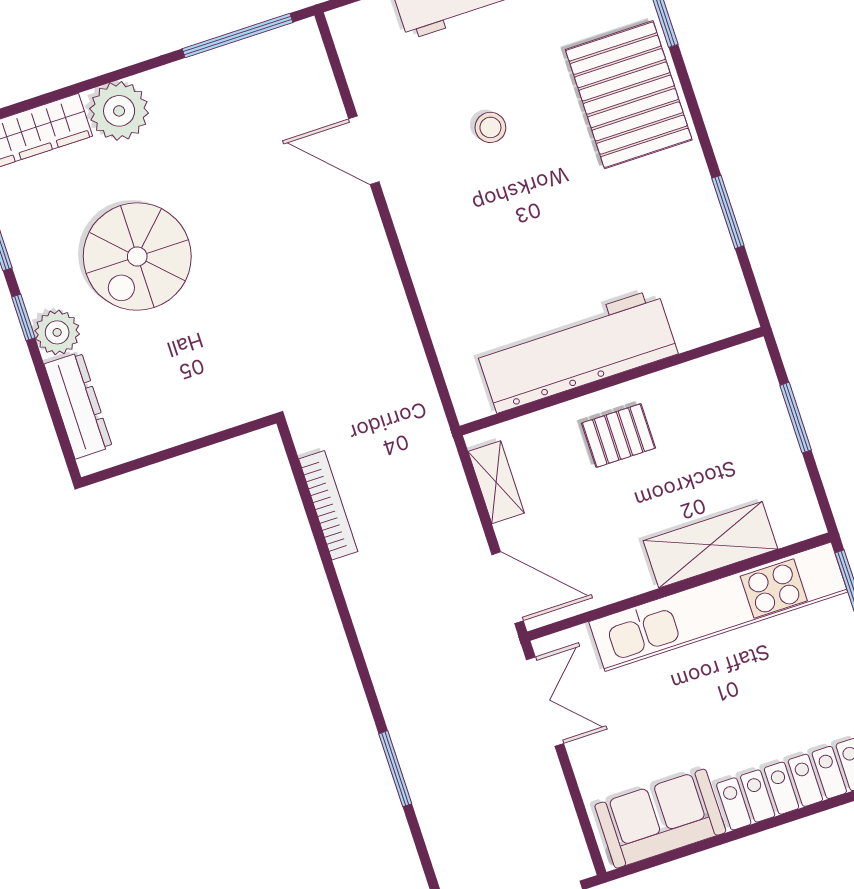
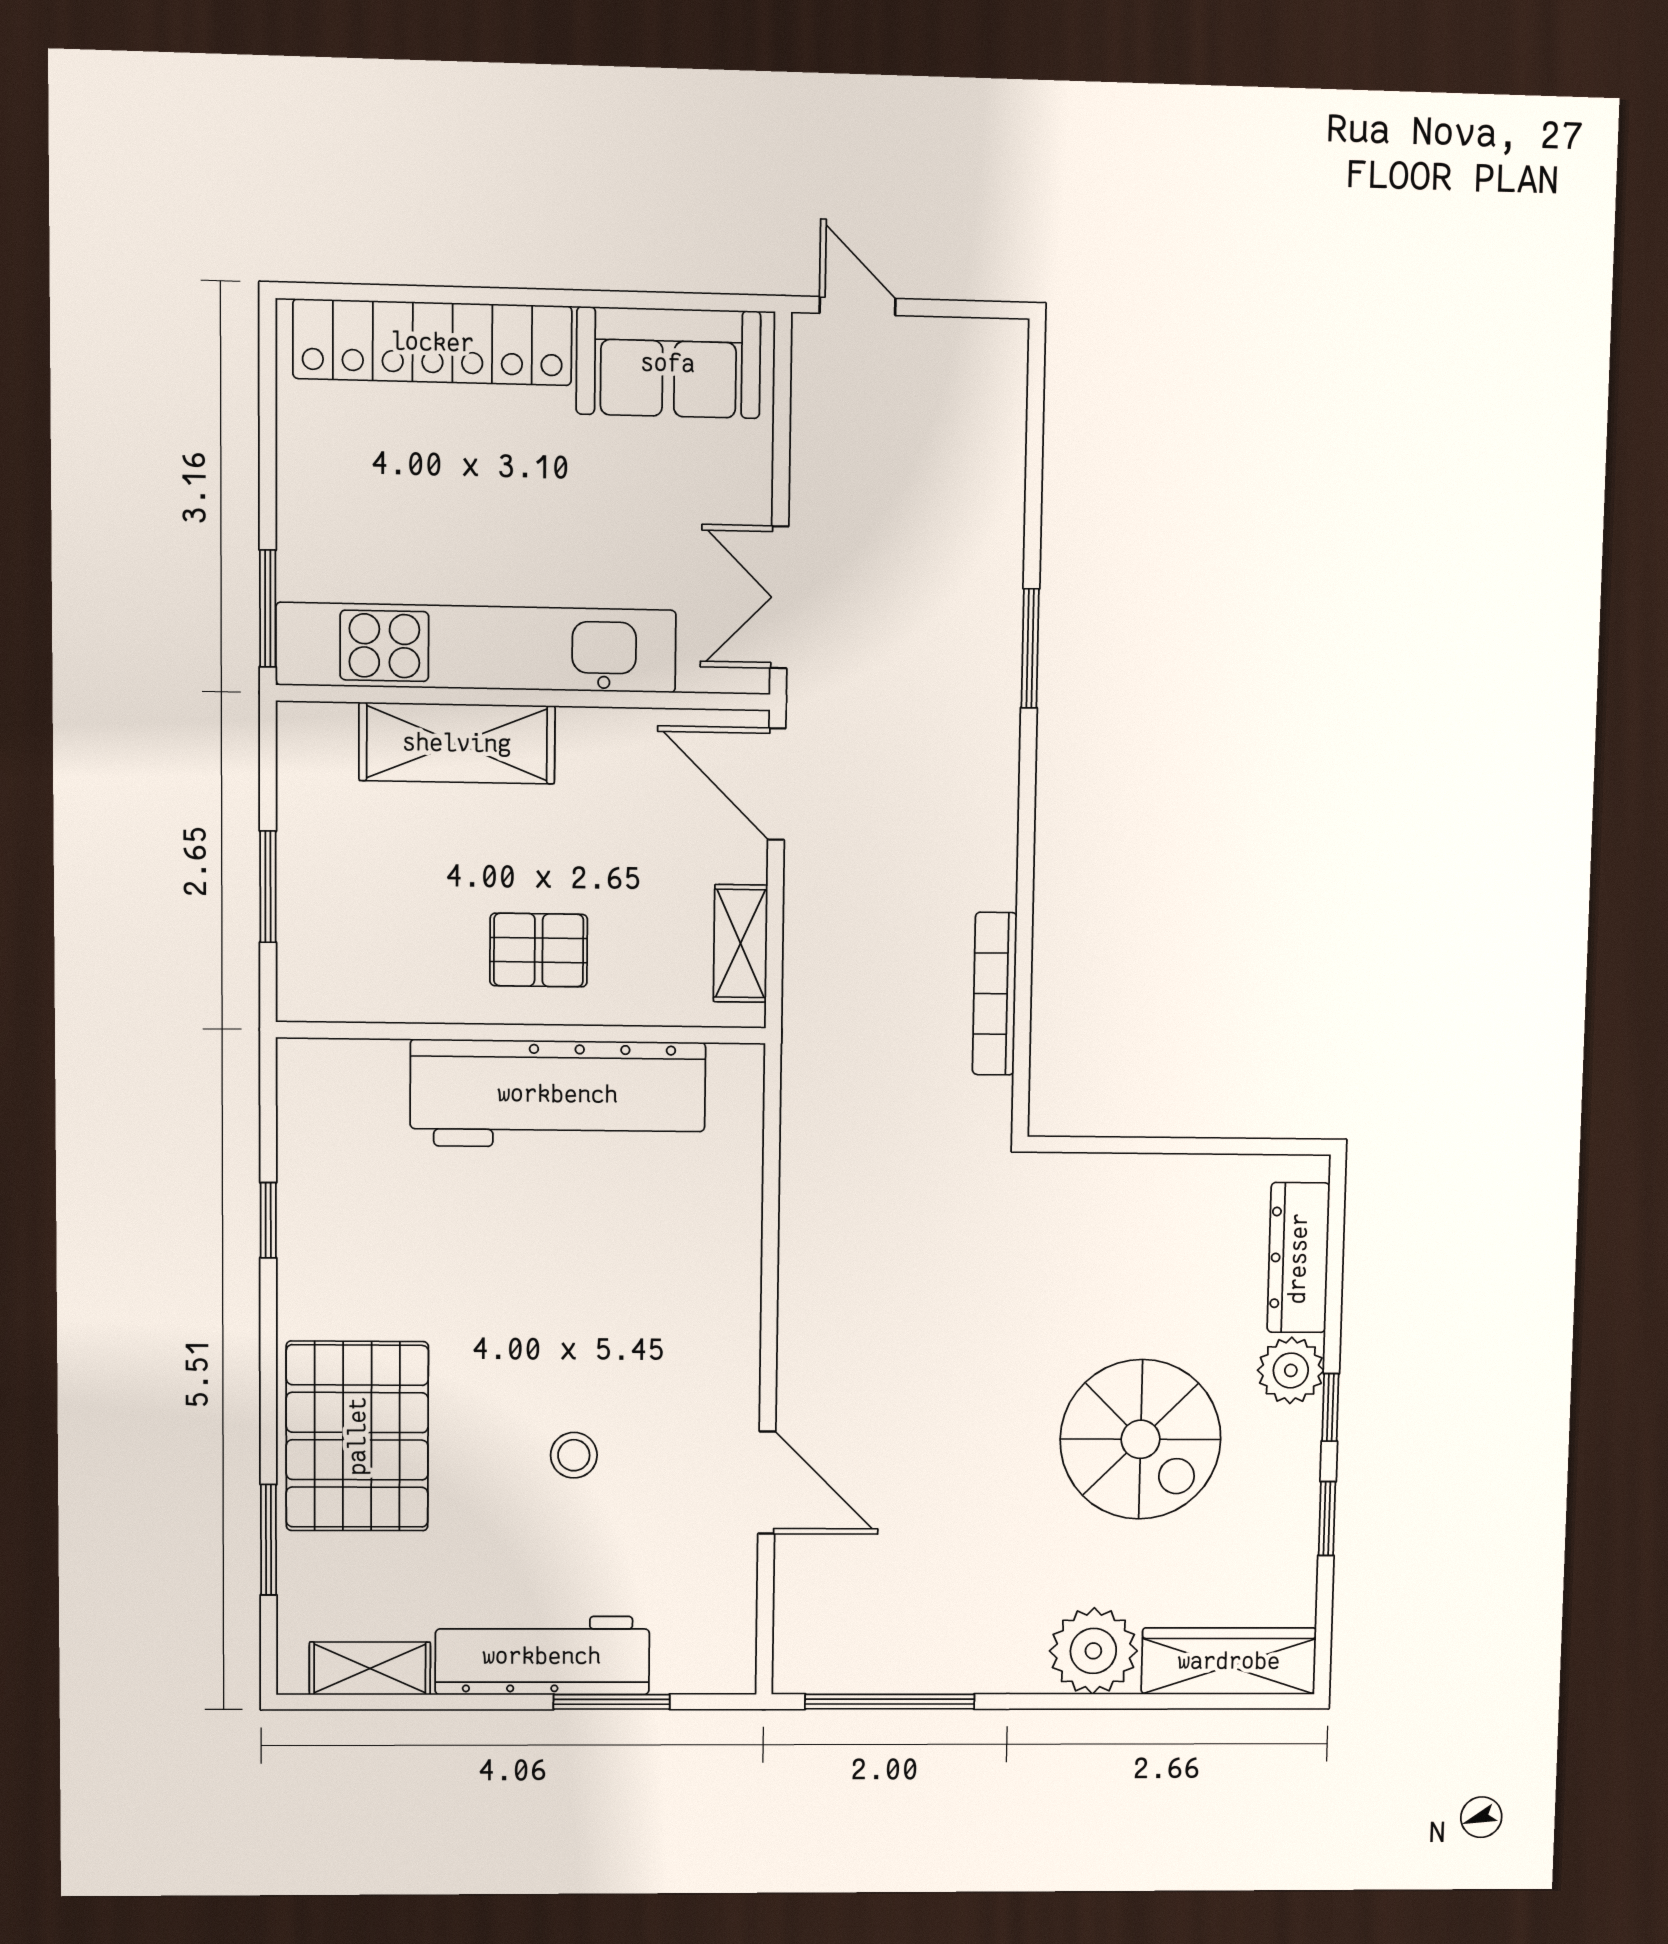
window: (728, 212) -> (268, 1220), width x0.67
spiral stairs: (137, 257) -> (1141, 1439), turned 90
window: (395, 769) -> (1030, 648), moved

